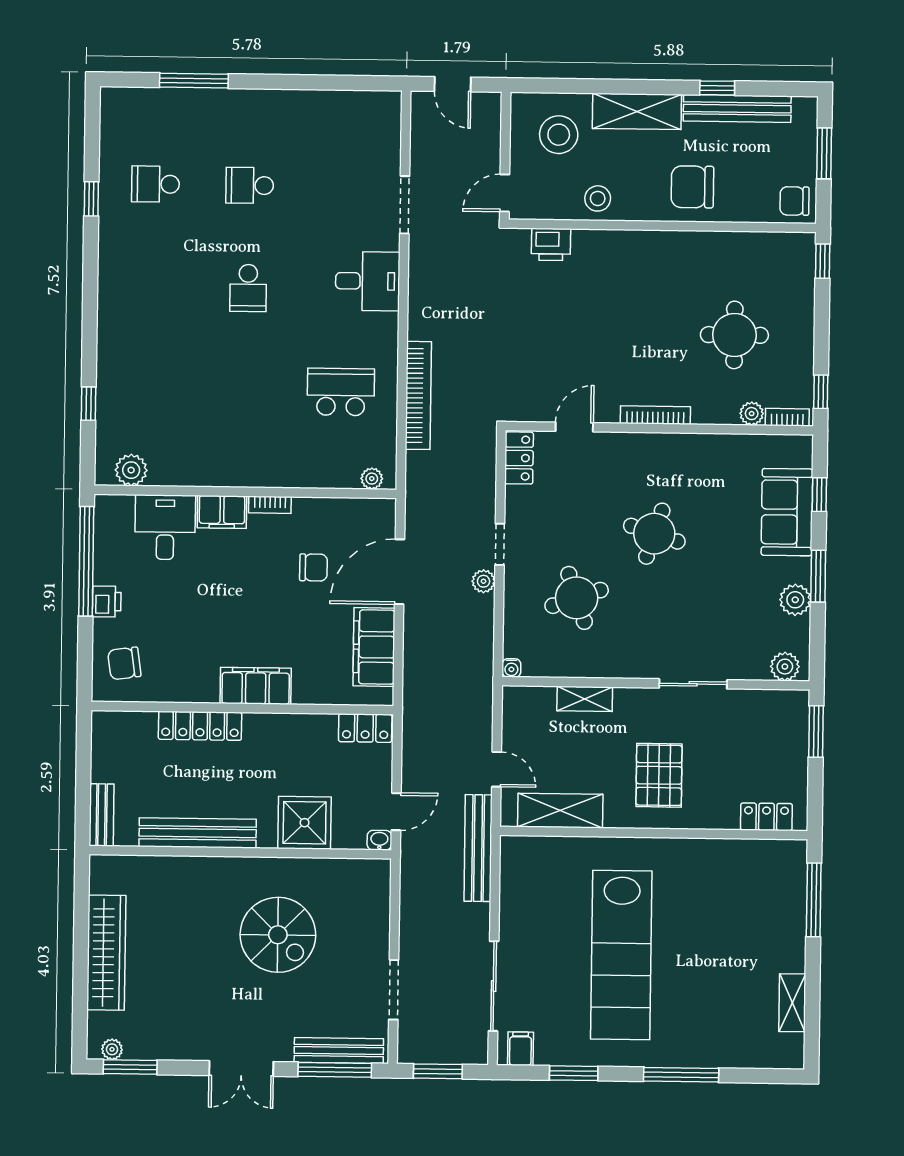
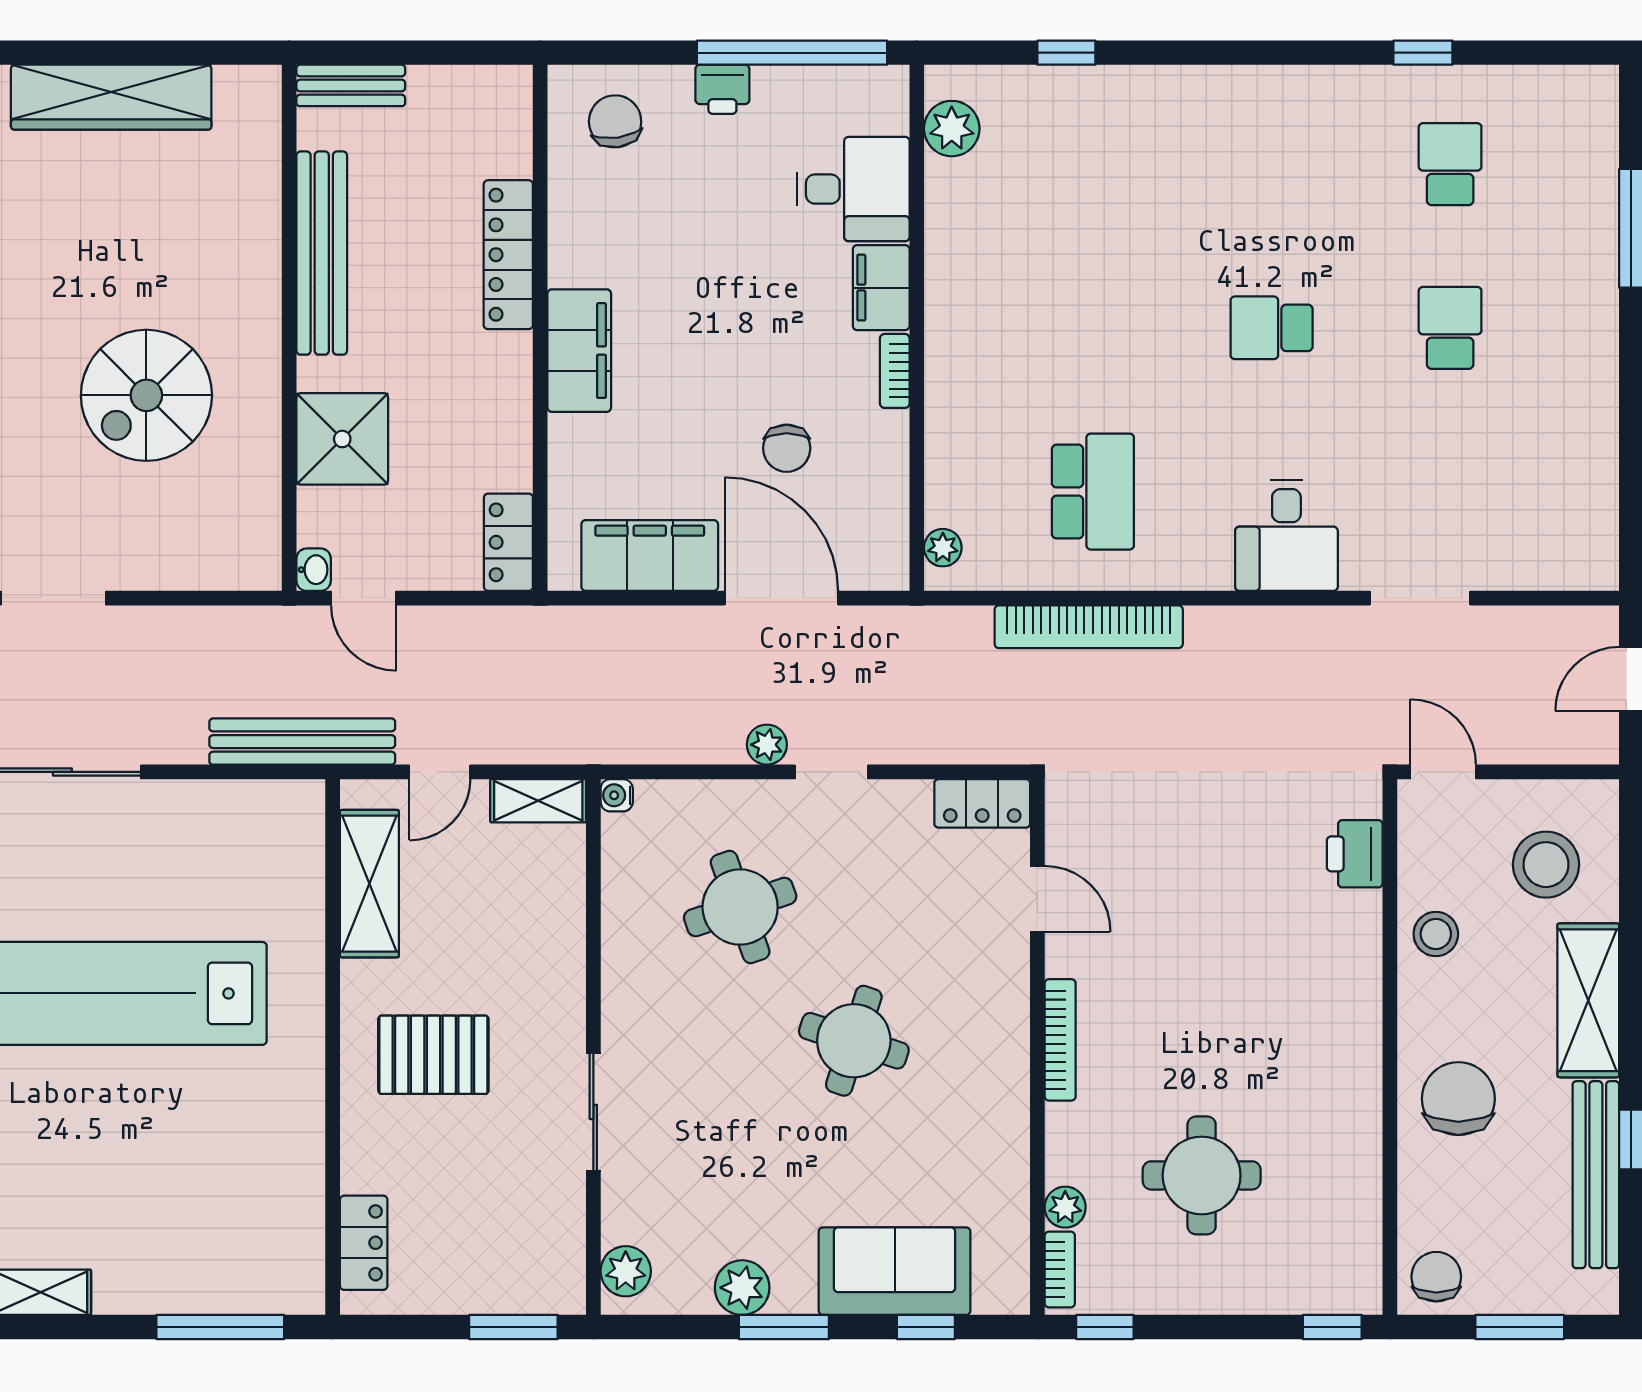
shelving: (585, 699) -> (538, 801), moved, turned 90

